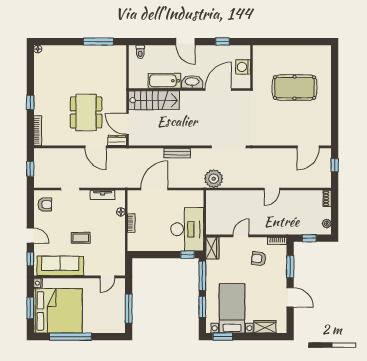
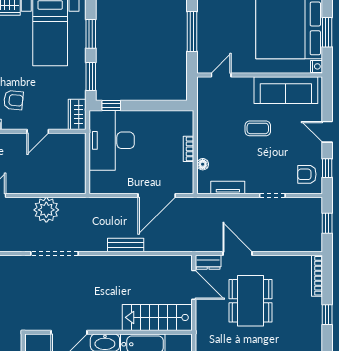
plant: (214, 179) -> (46, 210), moved
window: (30, 259) -> (327, 168), moved
window: (202, 276) -> (91, 76), width x0.69

